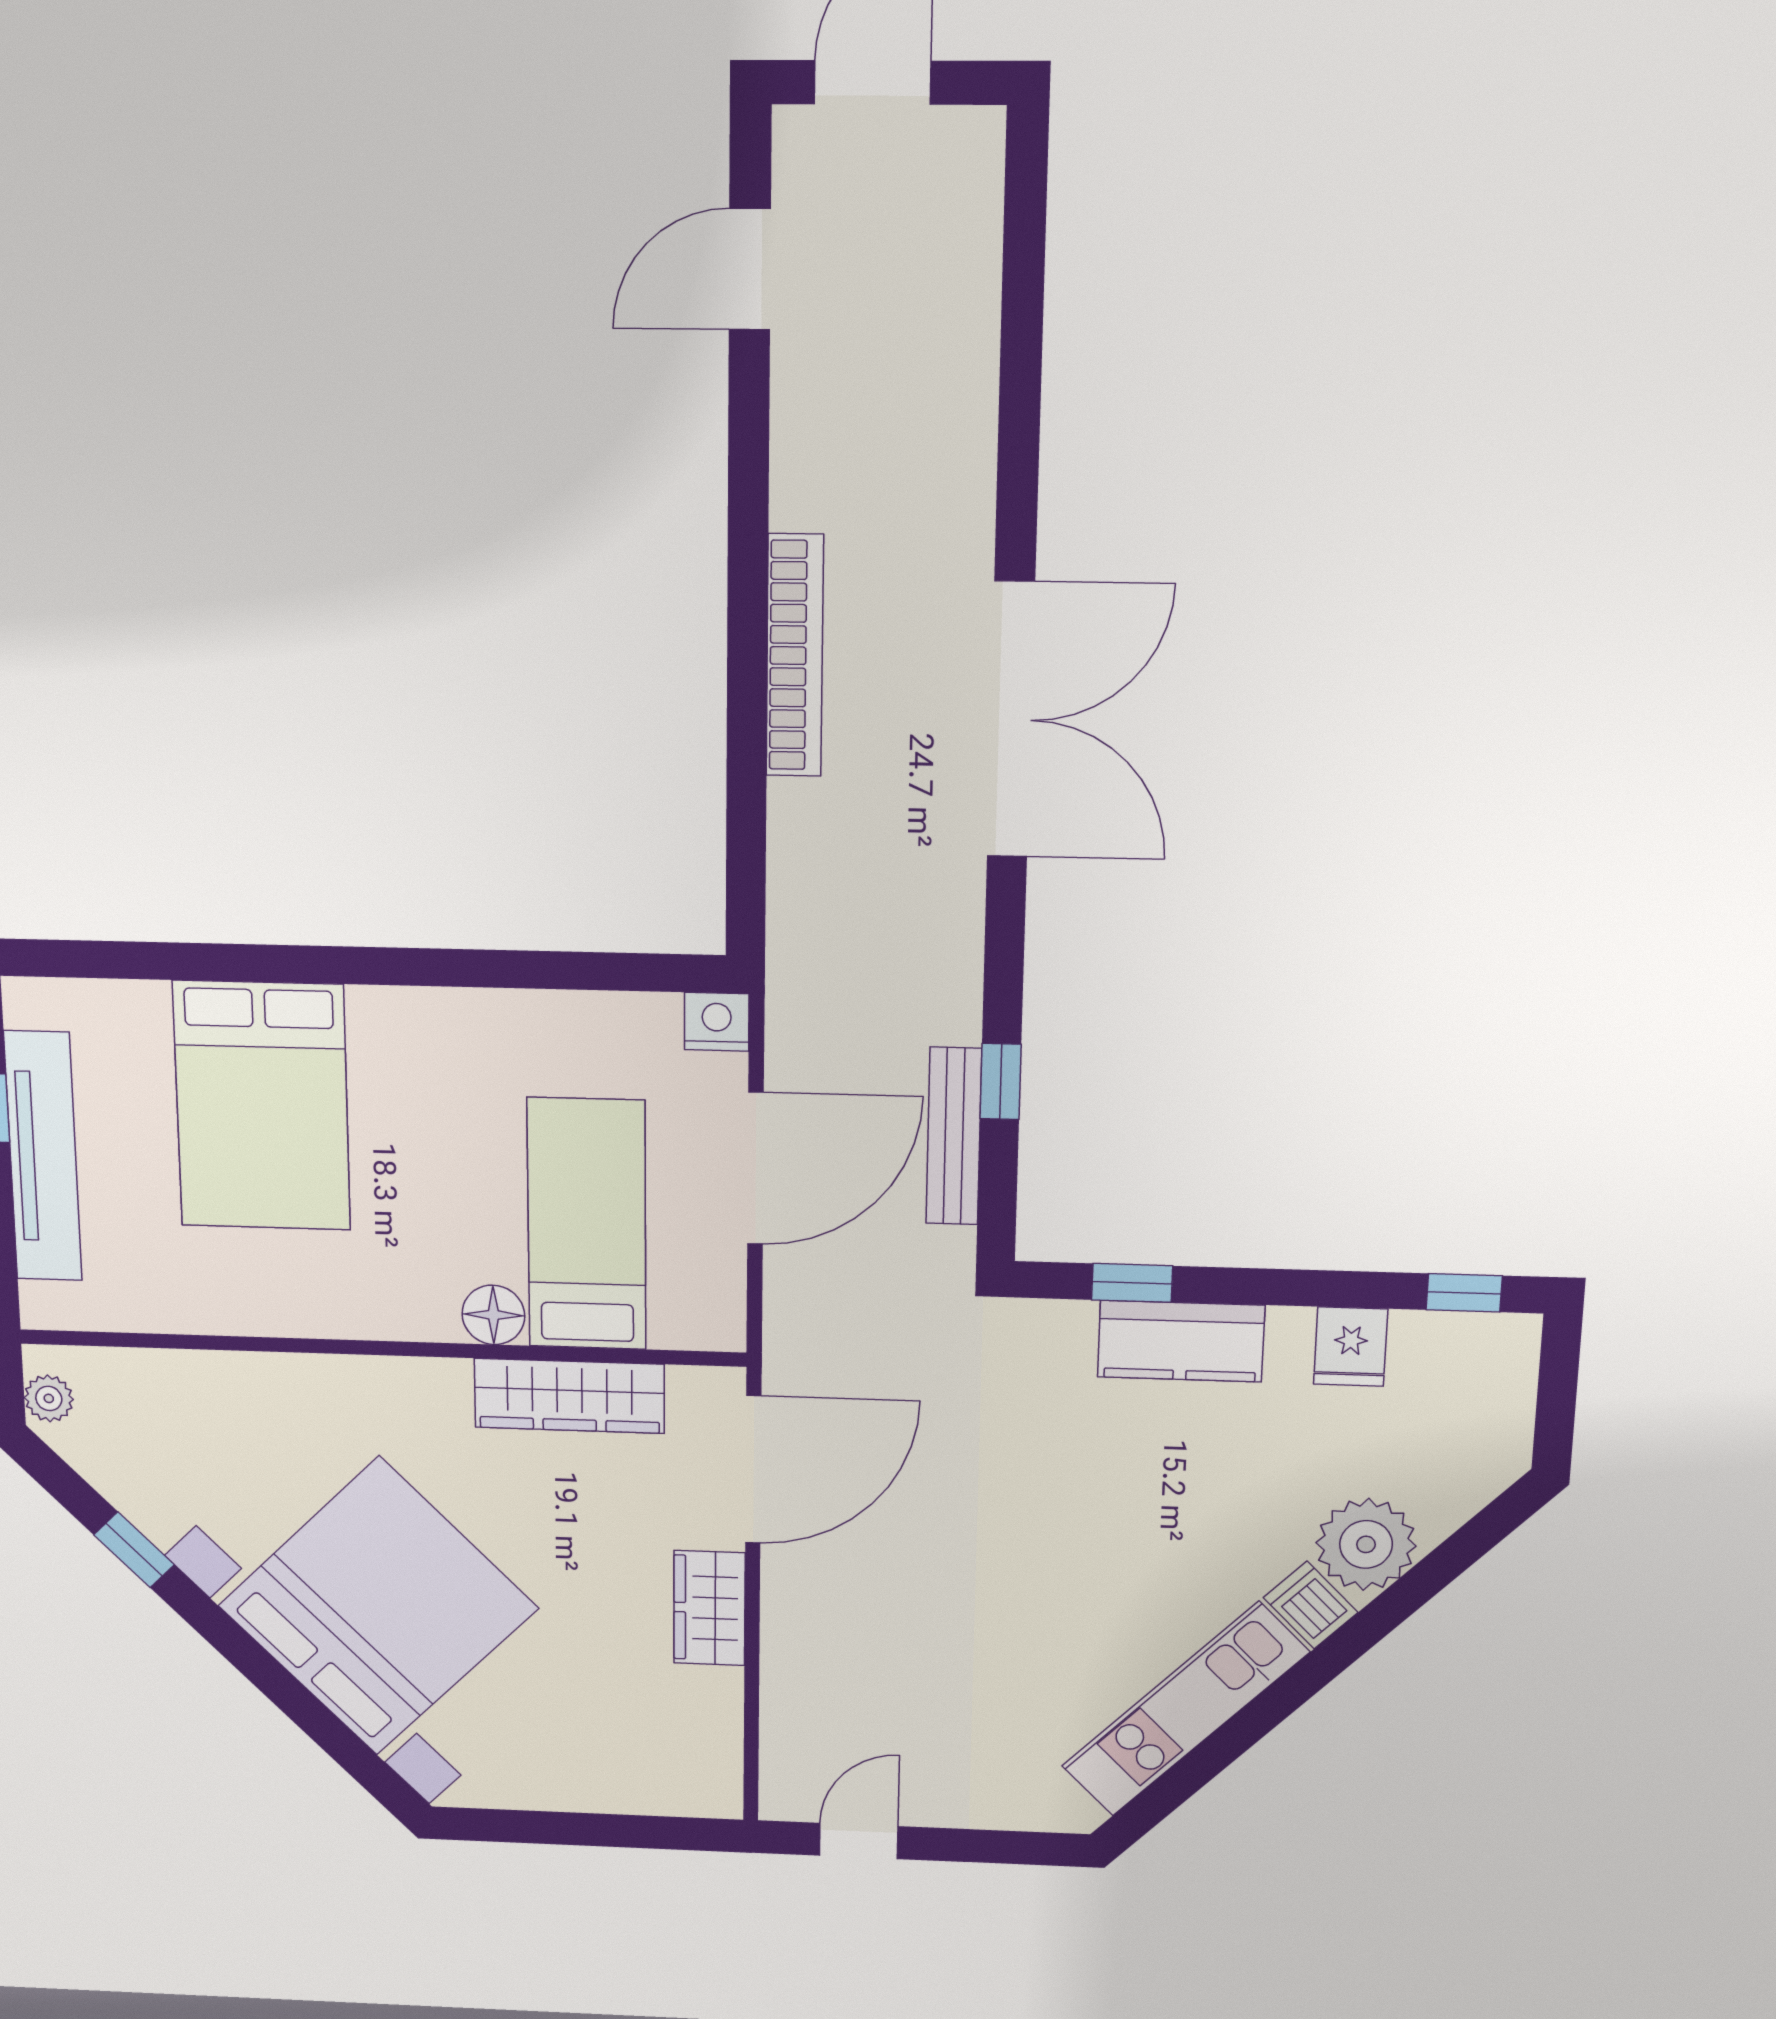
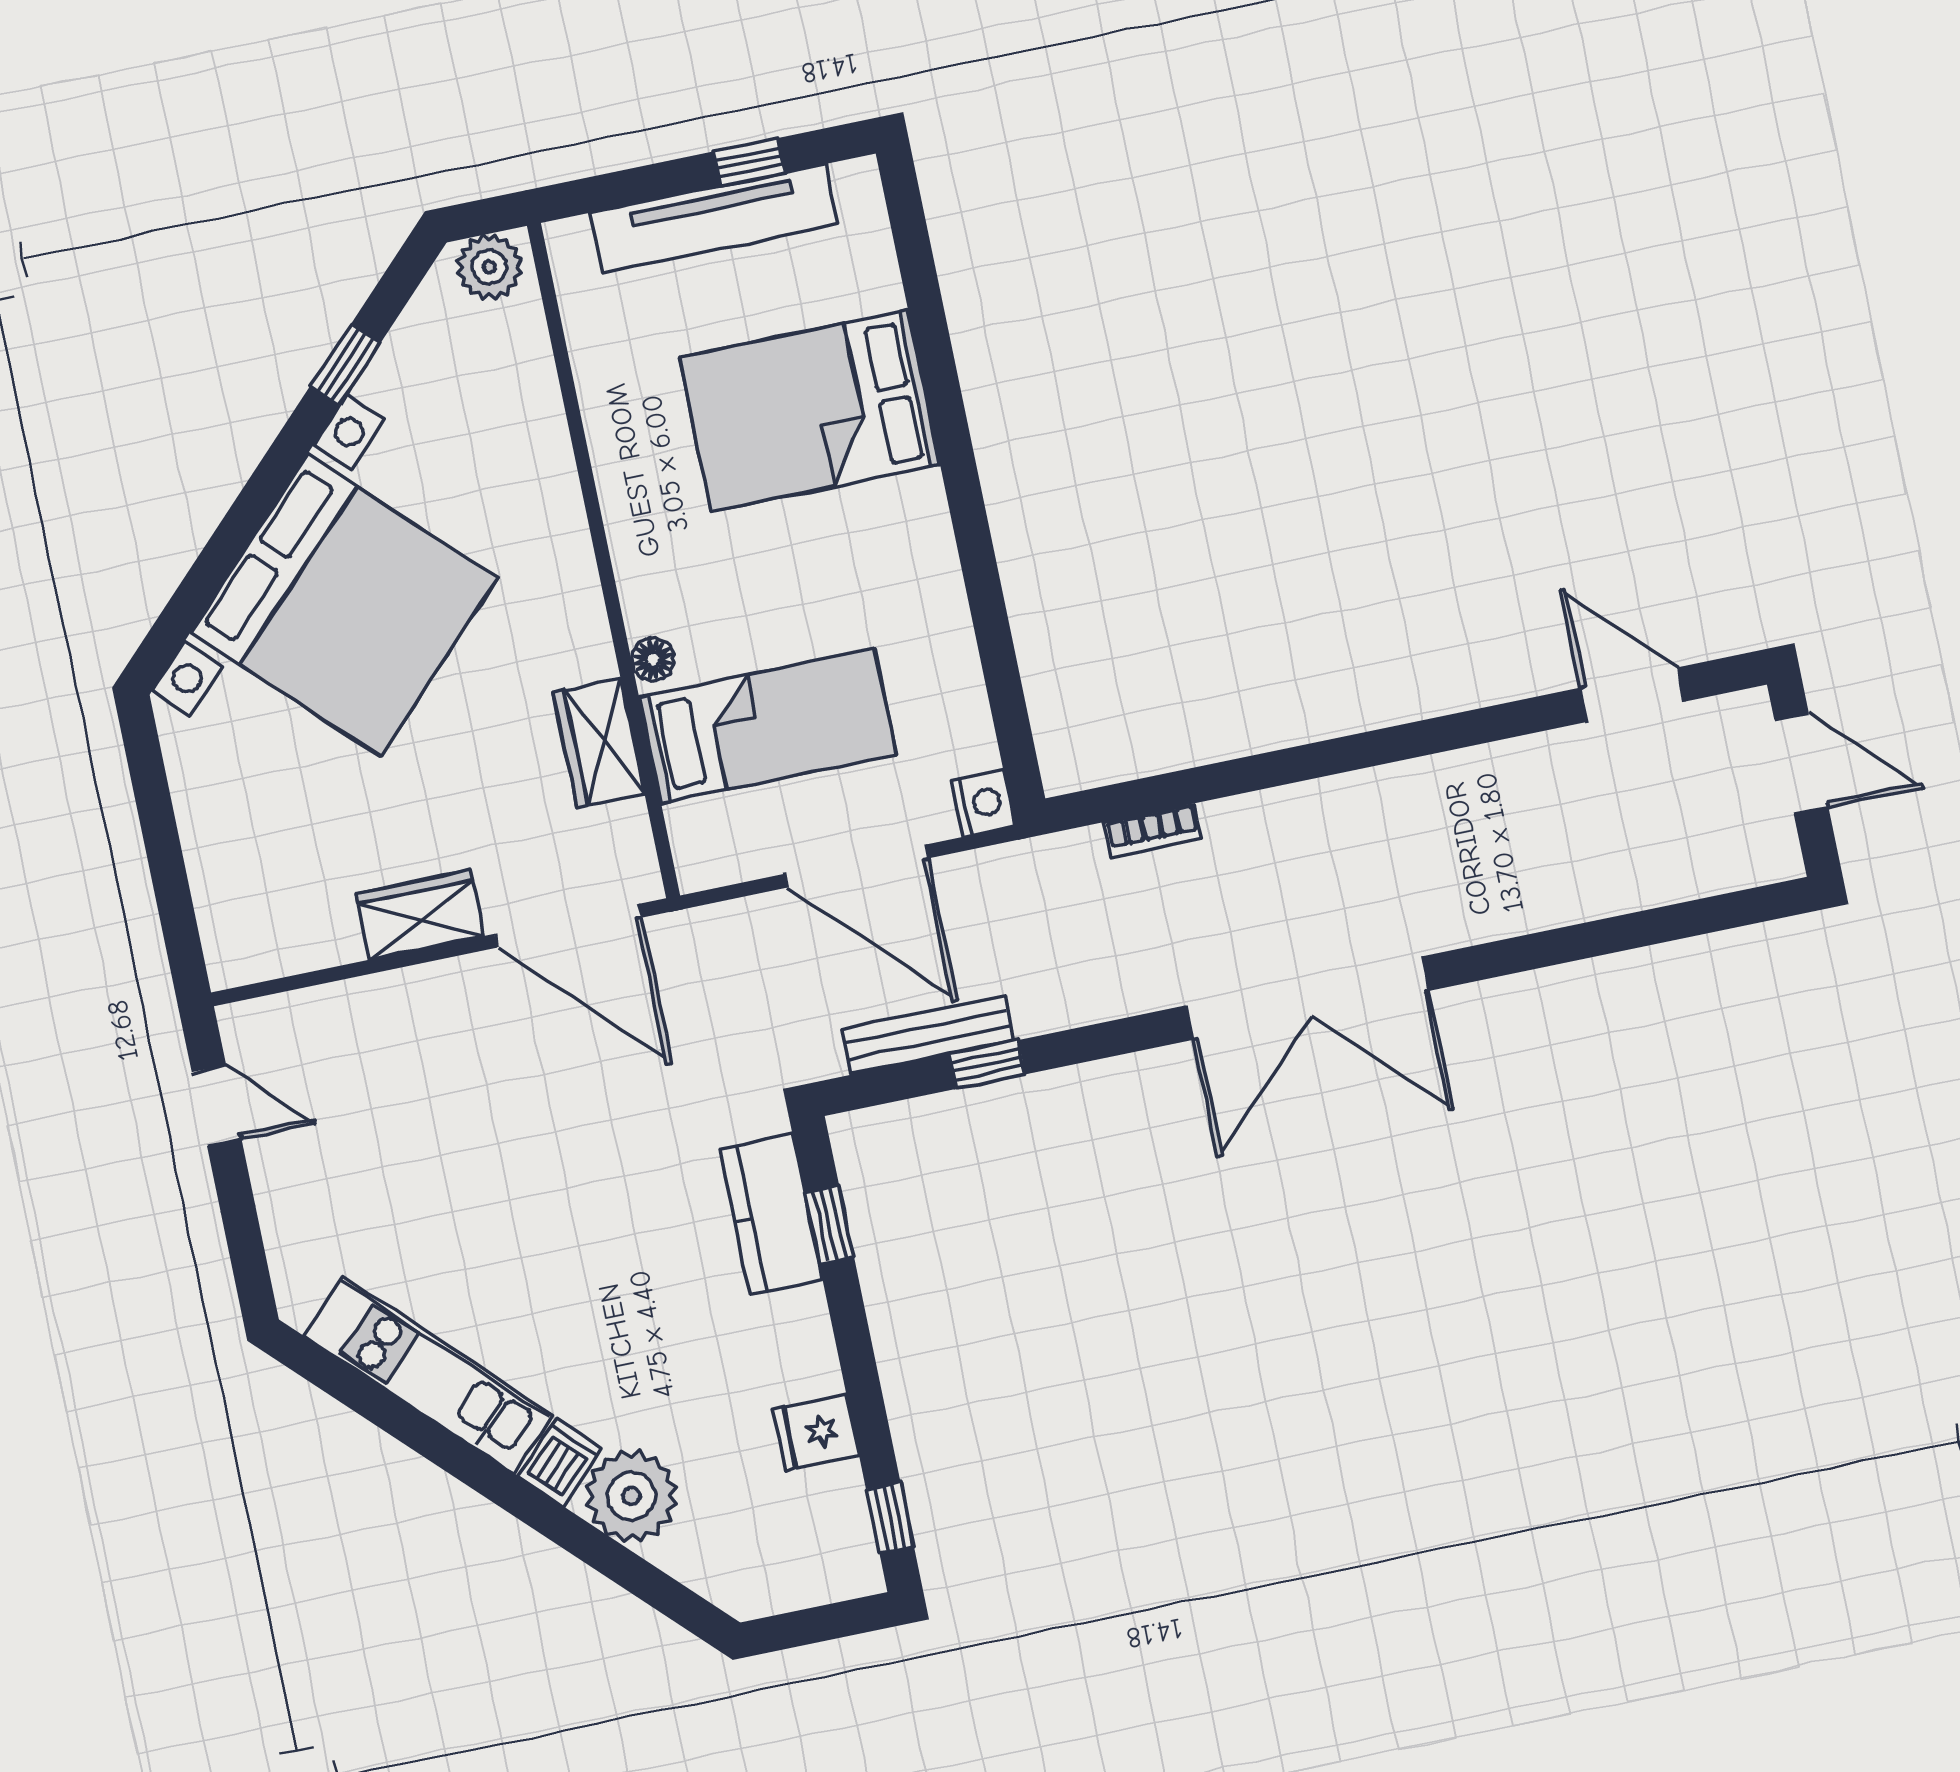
bookcase: (795, 656) -> (1153, 831), moved, width x0.43, depth x0.76
floor lamp: (493, 1315) -> (653, 660), width x0.73, depth x0.73
kitchen counter: (1181, 1341) -> (771, 1214), moved
wardrobe: (569, 1396) -> (599, 743), width x0.67
plant: (49, 1398) -> (489, 267), width x1.38, depth x1.38

